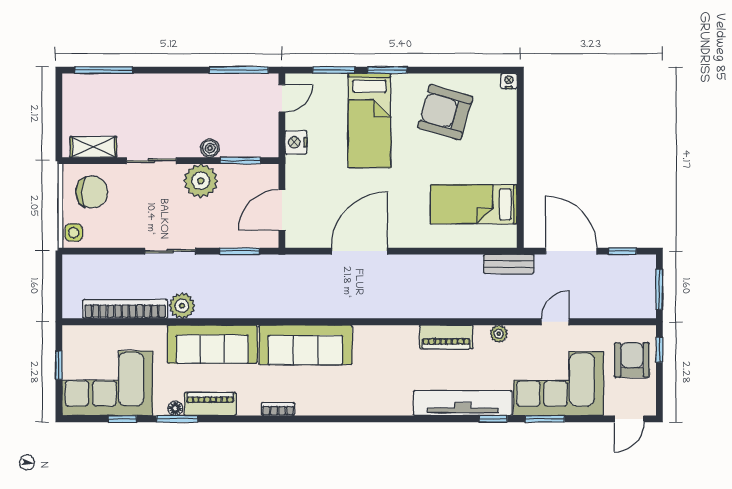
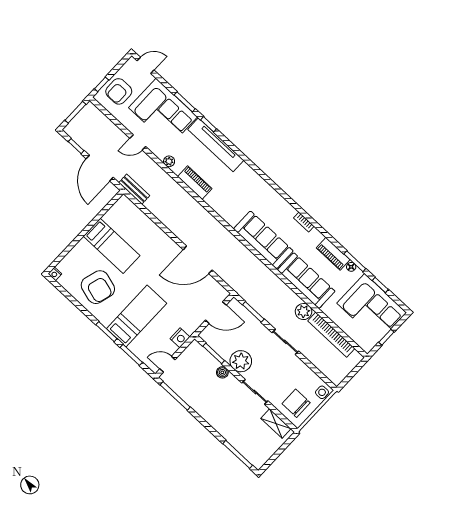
bed: (474, 204) -> (112, 246), moved

